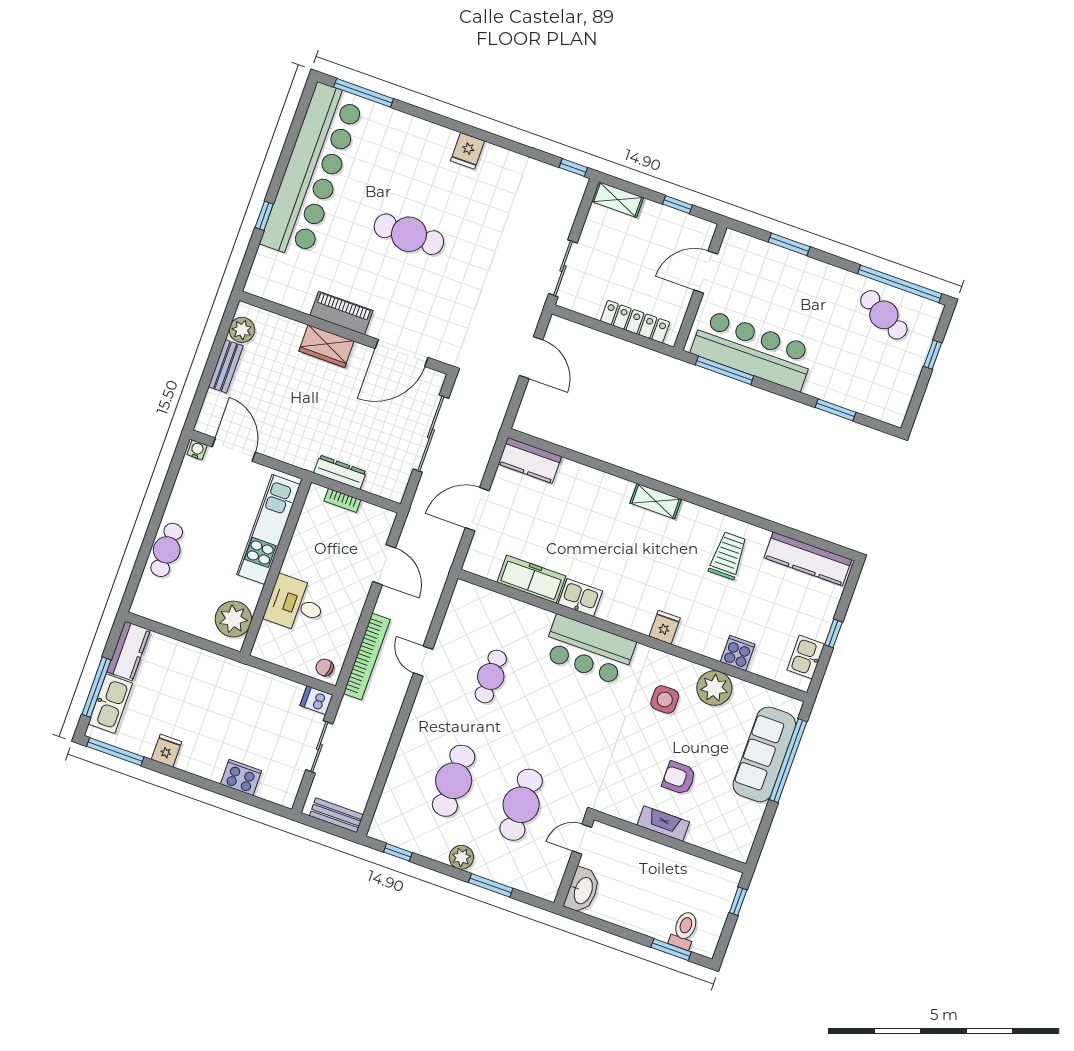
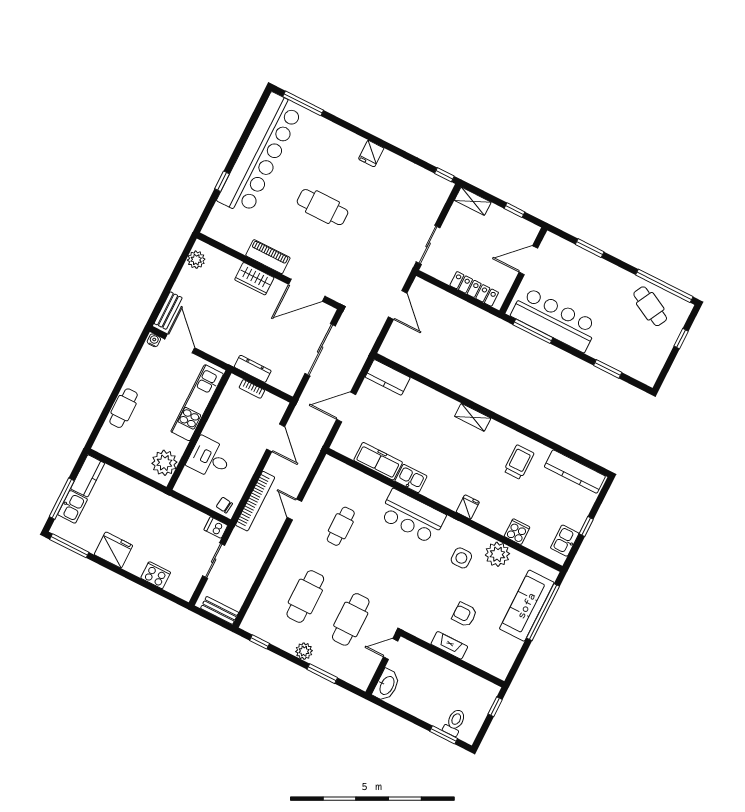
bench: (226, 366) -> (168, 311), moved
kitchen sink: (110, 704) -> (73, 507), width x0.73
fridge: (167, 751) -> (113, 550), width x1.88, depth x1.34

